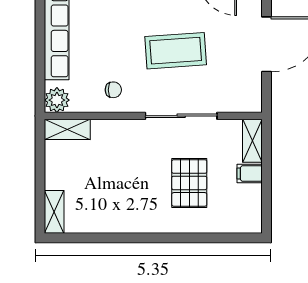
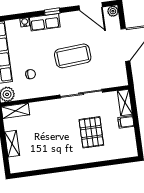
chair: (113, 90) -> (31, 74), moved
shelving: (54, 212) -> (12, 144), moved

